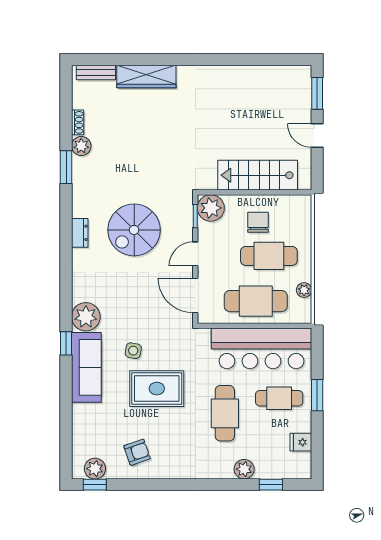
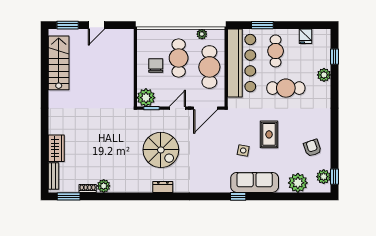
wardrobe: (146, 76) -> (56, 148), width x0.67
window: (66, 167) -> (69, 196), moved
stairs: (258, 175) -> (59, 63), moved, turned 180
chair: (258, 222) -> (156, 65), turned 90
door: (195, 254) -> (177, 108), swing flipped
plant: (86, 317) -> (298, 183), moved
rug: (157, 389) -> (269, 134), width x0.73, depth x0.70
window: (317, 395) -> (262, 25), moved

